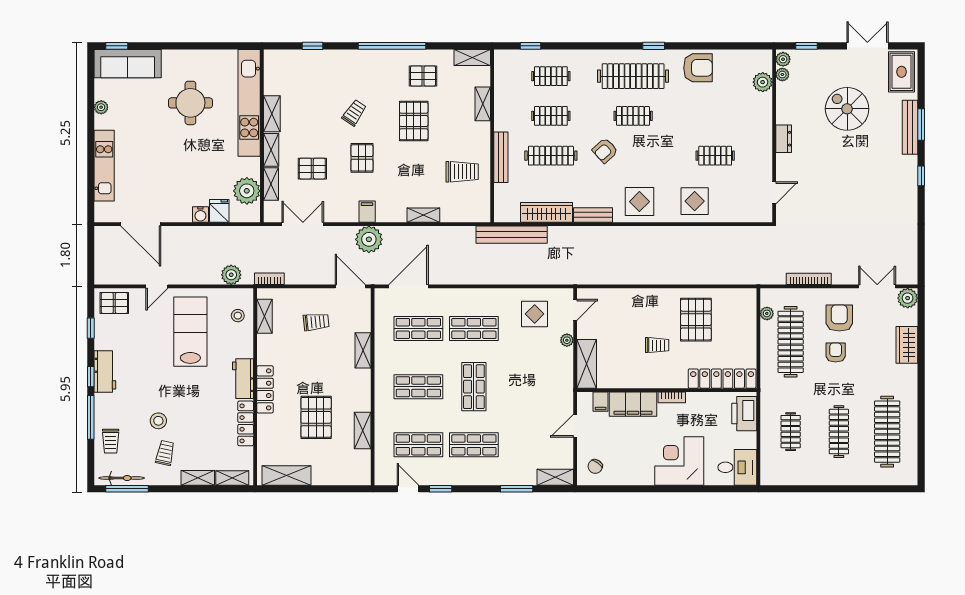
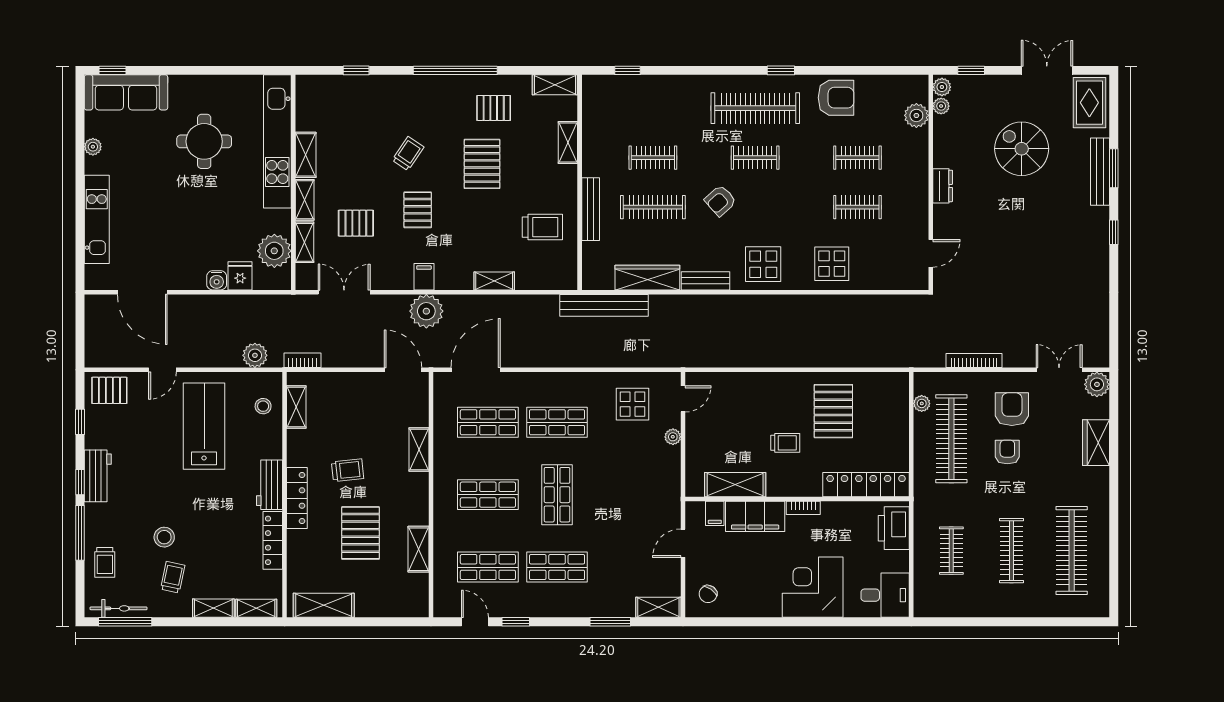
clothes rail: (551, 76) -> (857, 158), moved
trolley: (316, 322) -> (348, 470), moved
shelving: (587, 364) -> (735, 485), moved, turned 90

